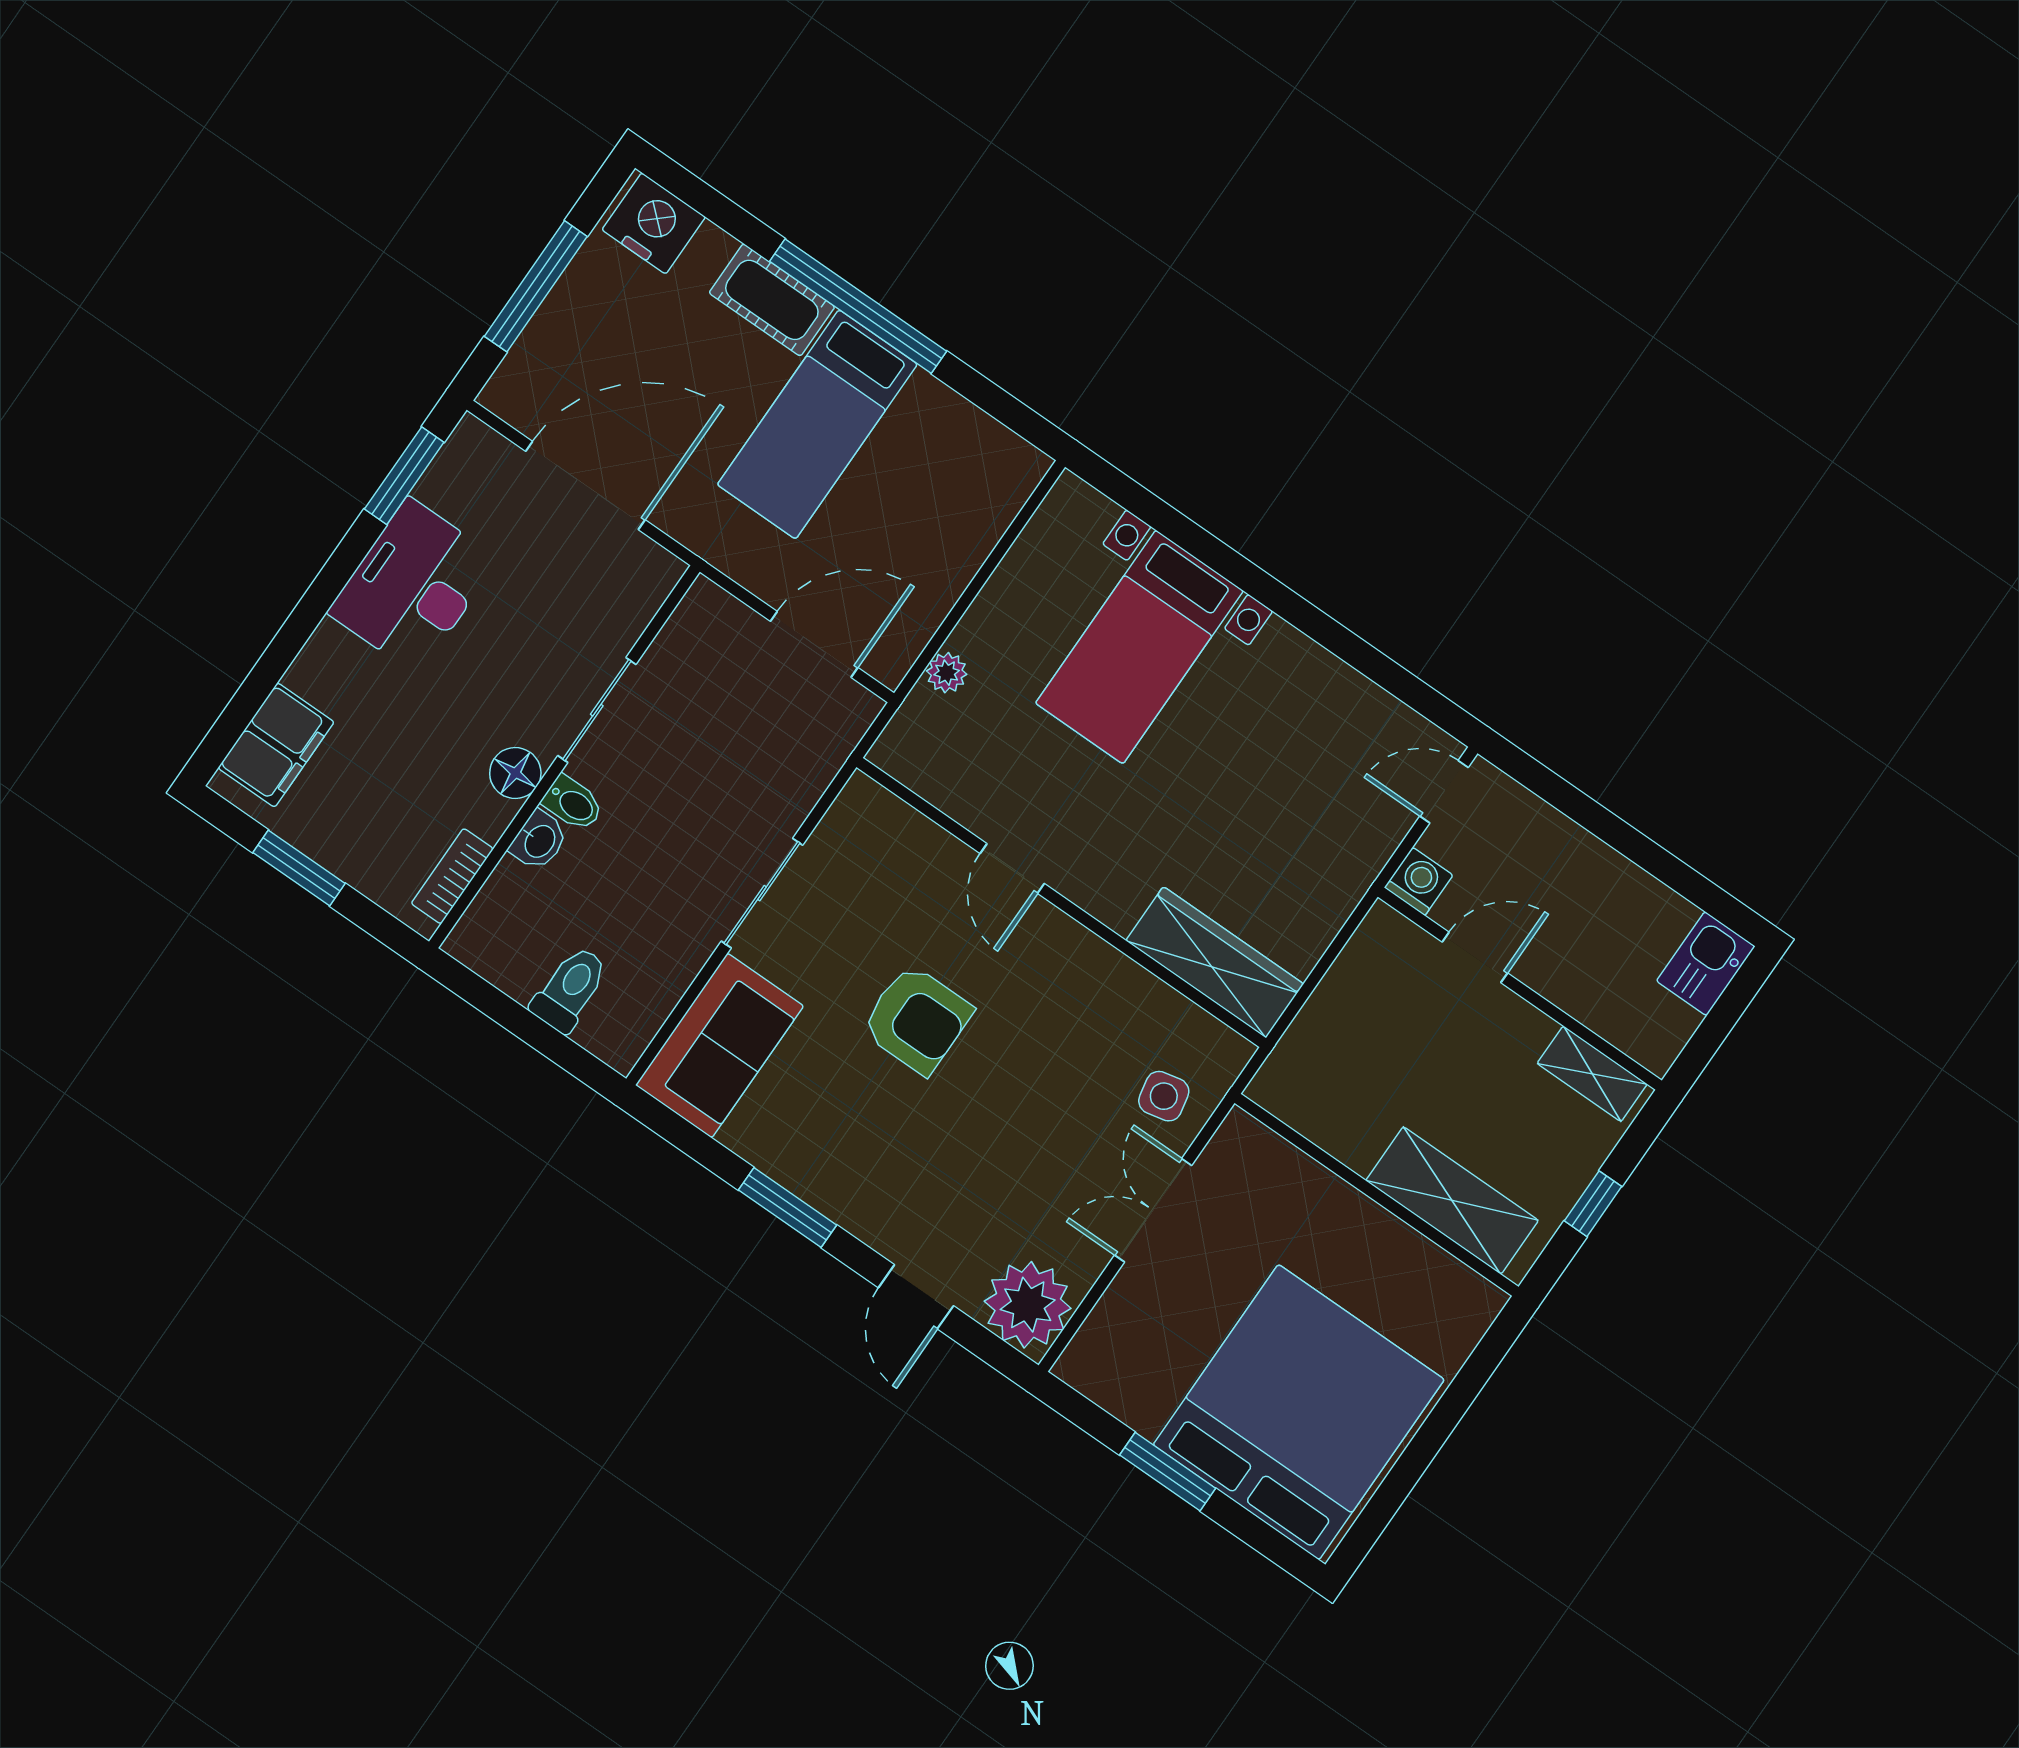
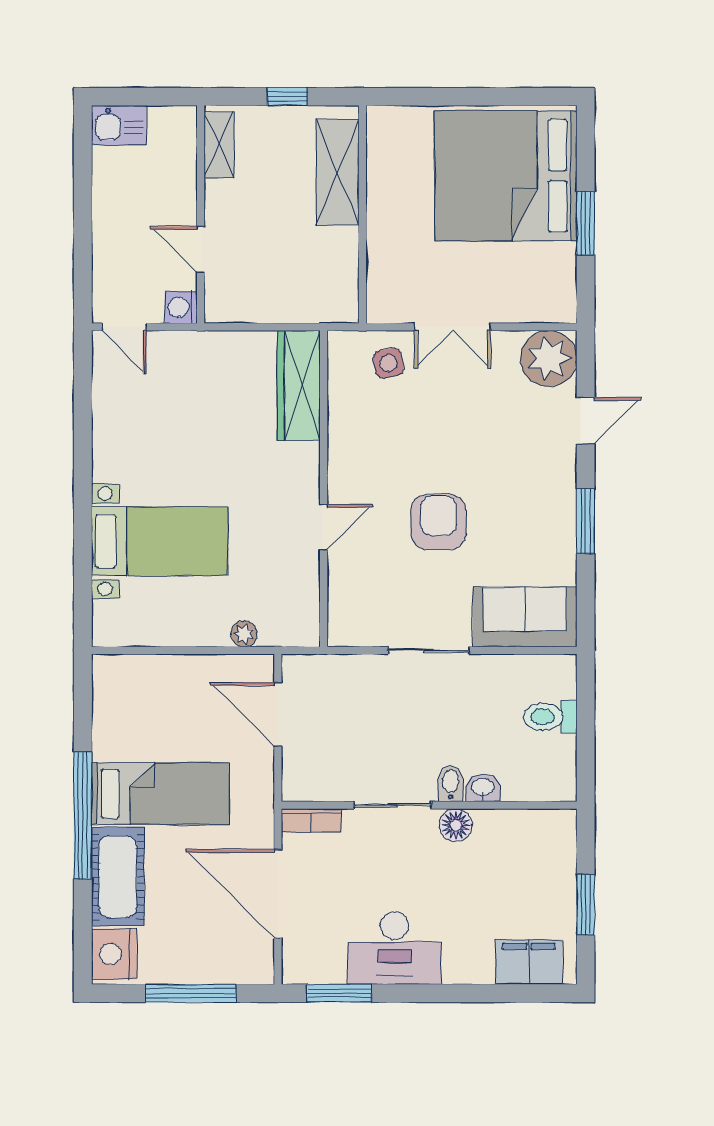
cot: (772, 300) -> (118, 877), width x1.37, depth x1.34
bookcase: (452, 876) -> (311, 821), moved

